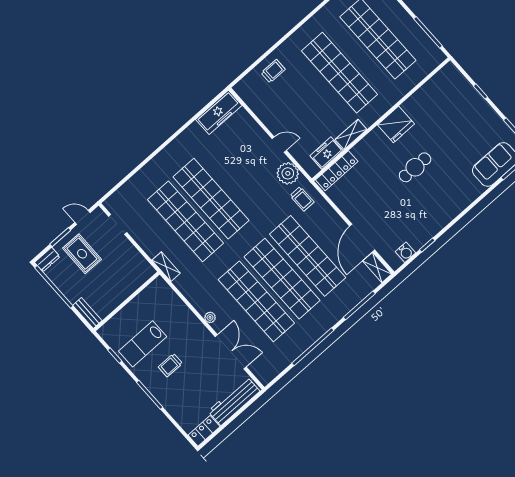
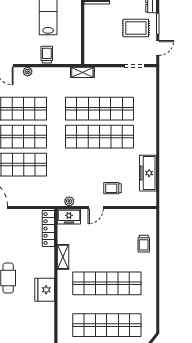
freezer: (219, 112) -> (148, 173), moved
freezer: (326, 153) -> (69, 217), moved, turned 90
plant: (288, 173) -> (69, 201), width x0.53, depth x0.53
trolley: (302, 199) -> (112, 188), moved
trolley: (170, 365) -> (47, 55), moved

